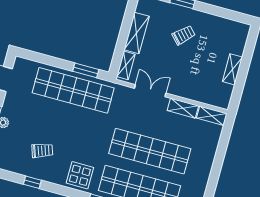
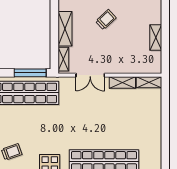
window: (86, 70) -> (30, 73), width x1.44
double door: (150, 91) -> (90, 75), swing flipped
shop shelf: (150, 151) -> (104, 127), removed

